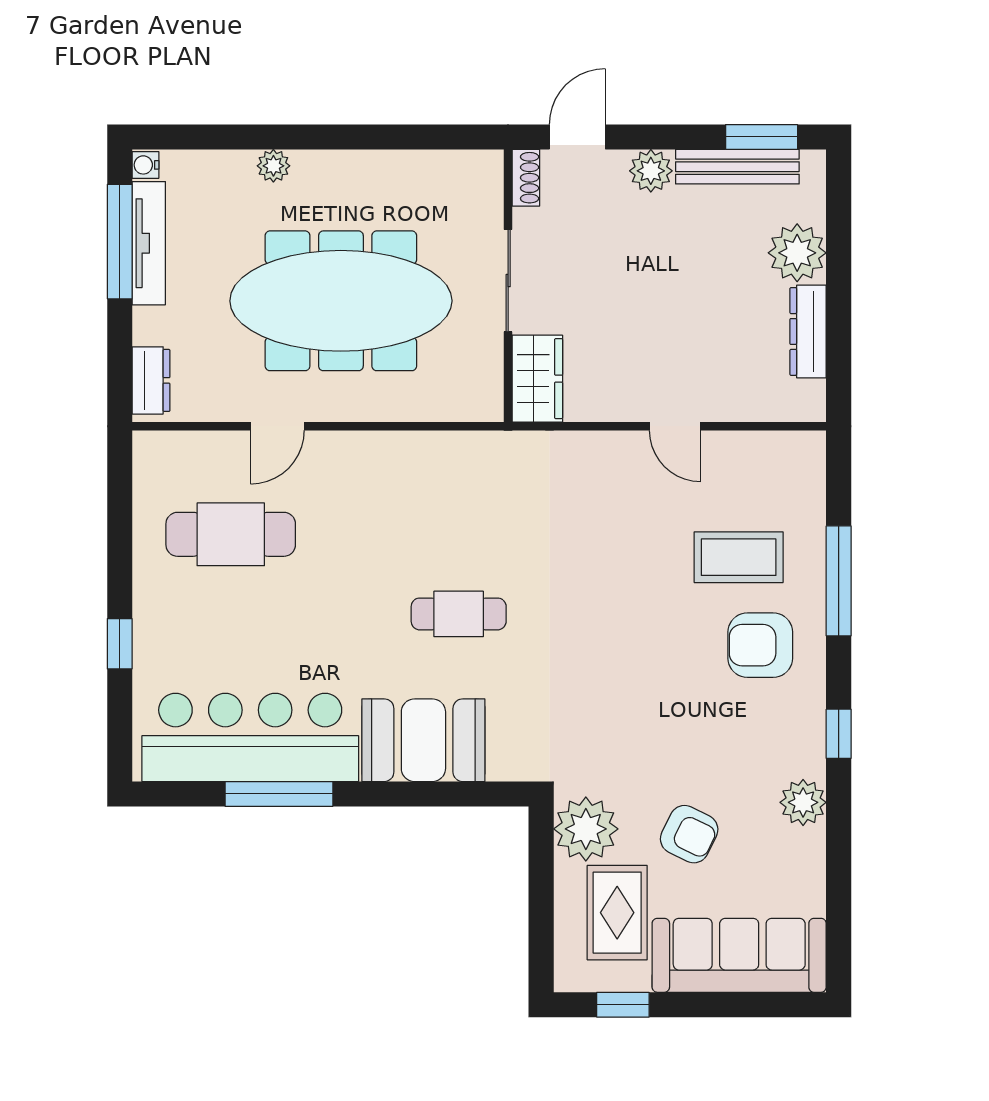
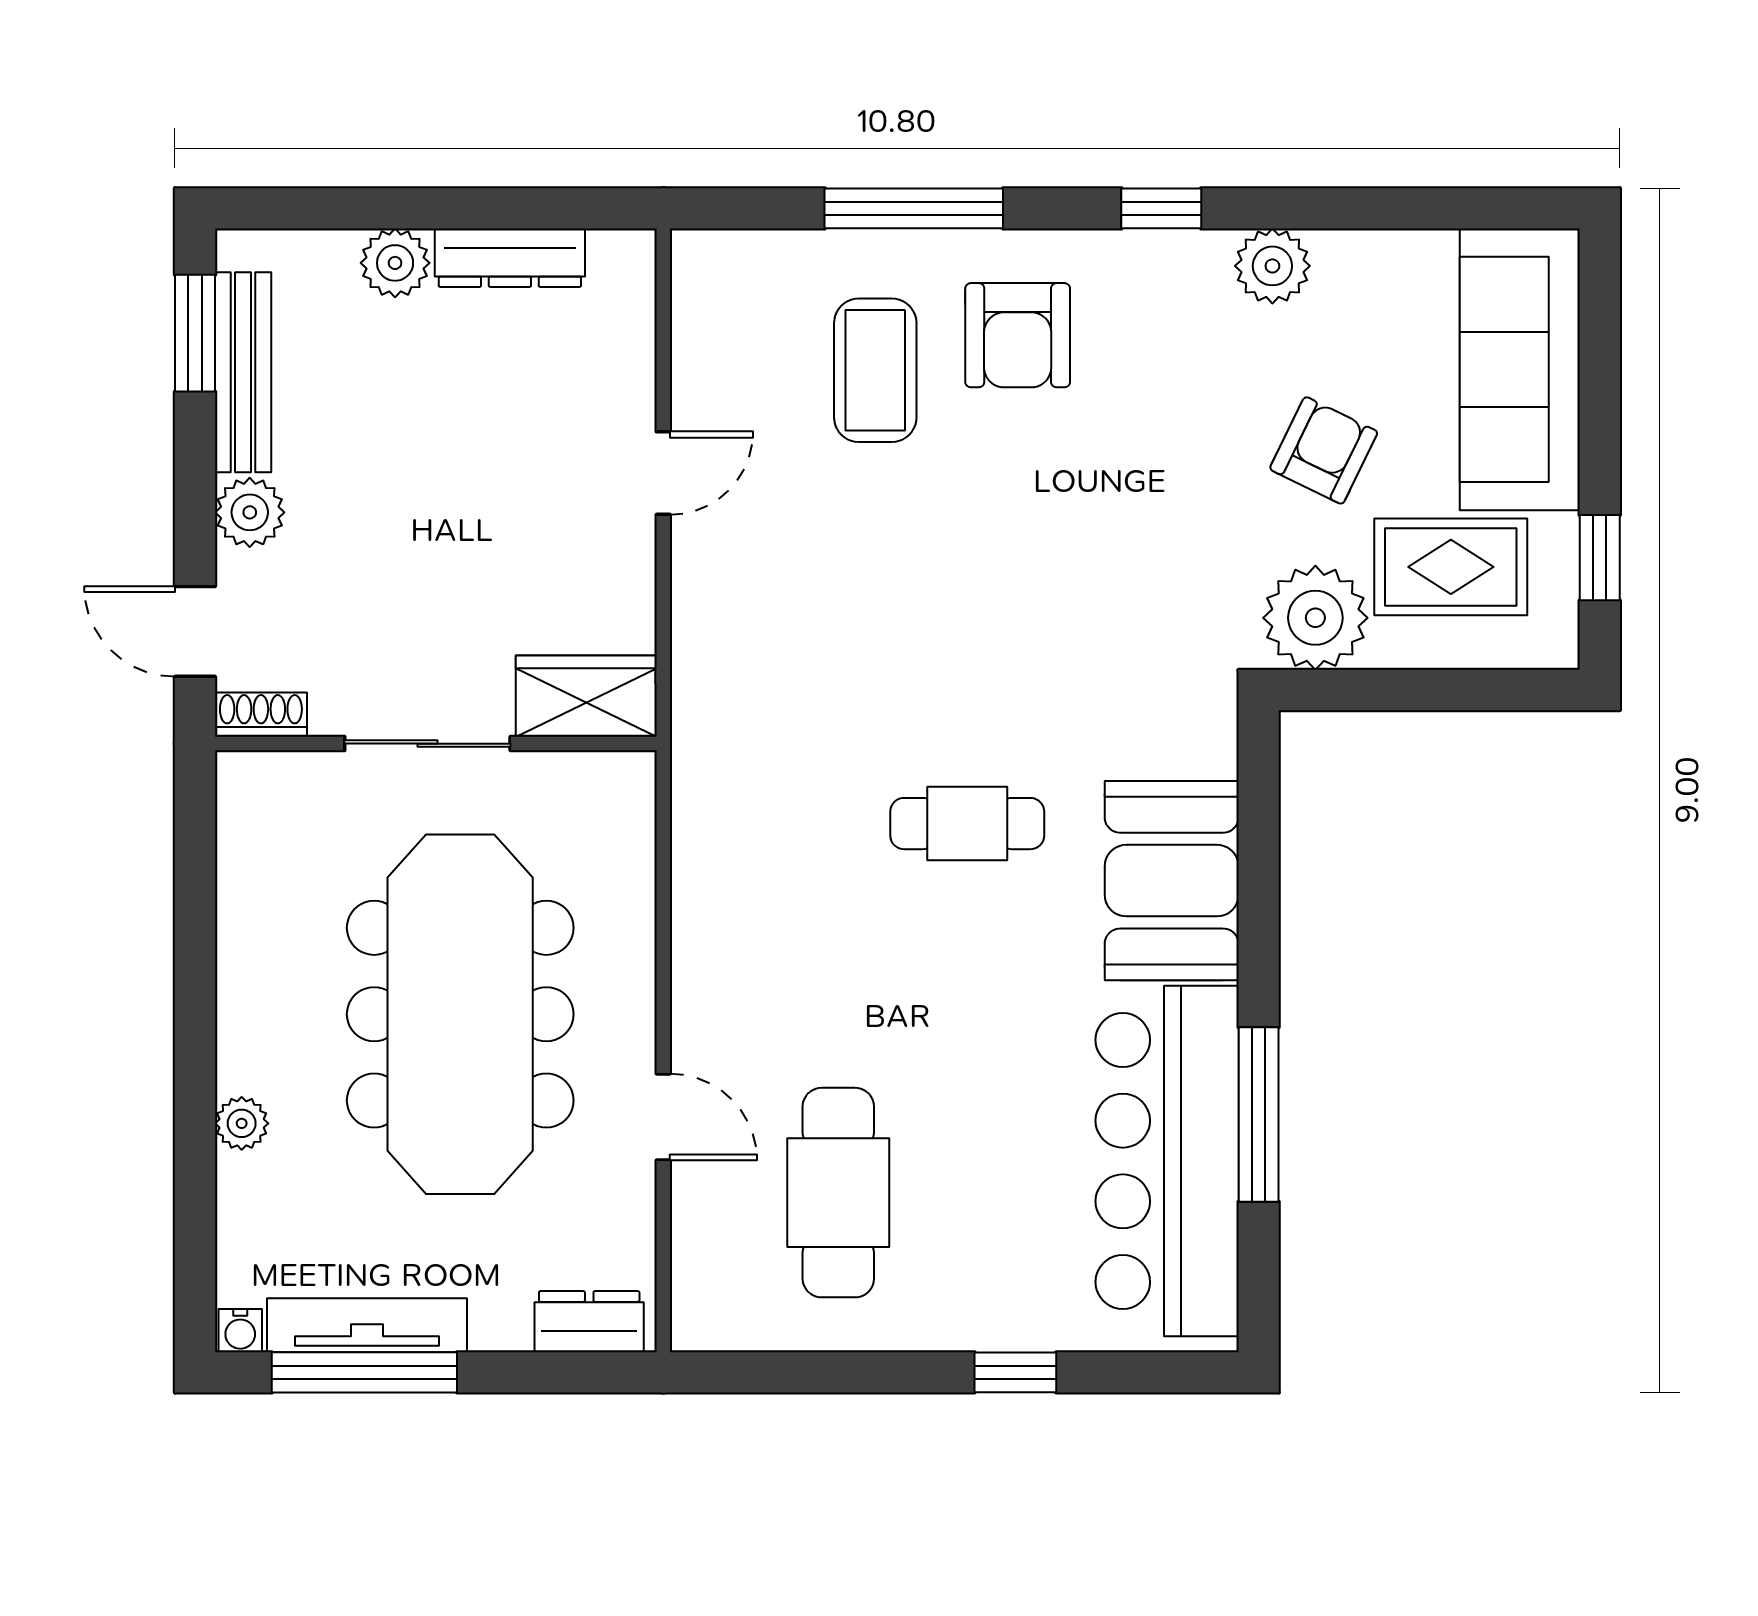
plant: (797, 253) -> (395, 263), width x0.73, depth x0.73
cafe table: (459, 614) -> (967, 824), turned 90

